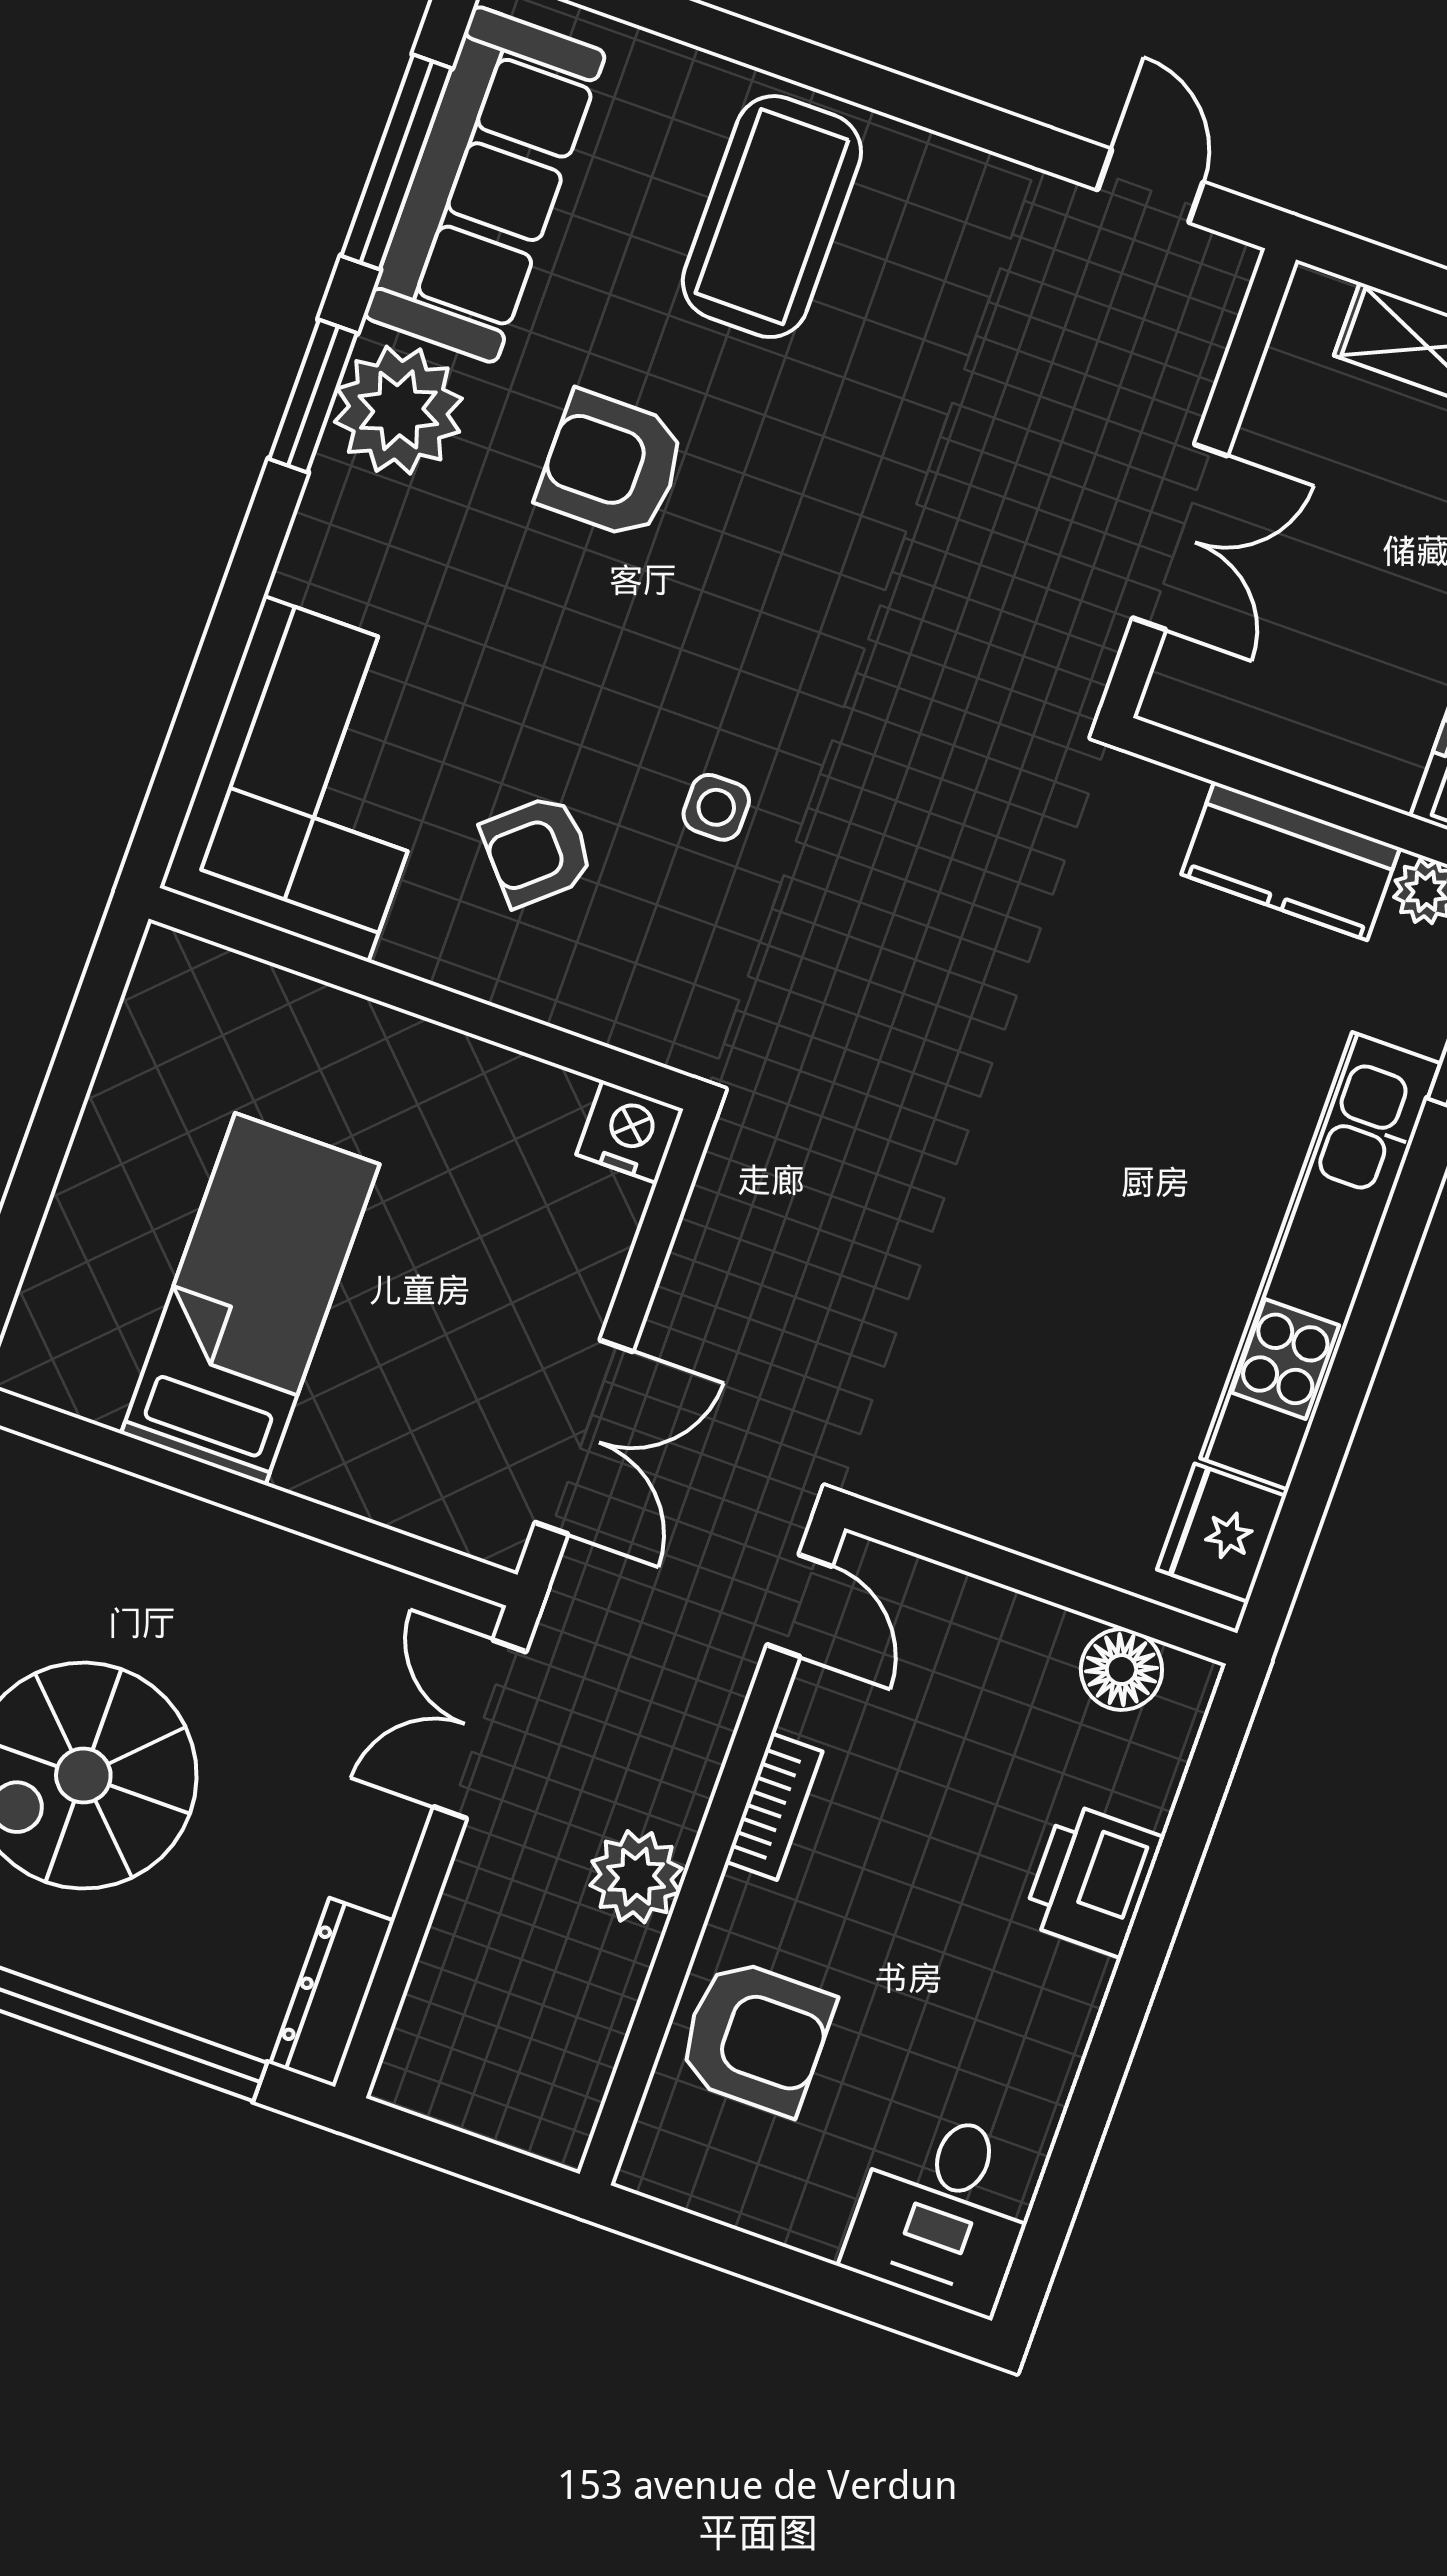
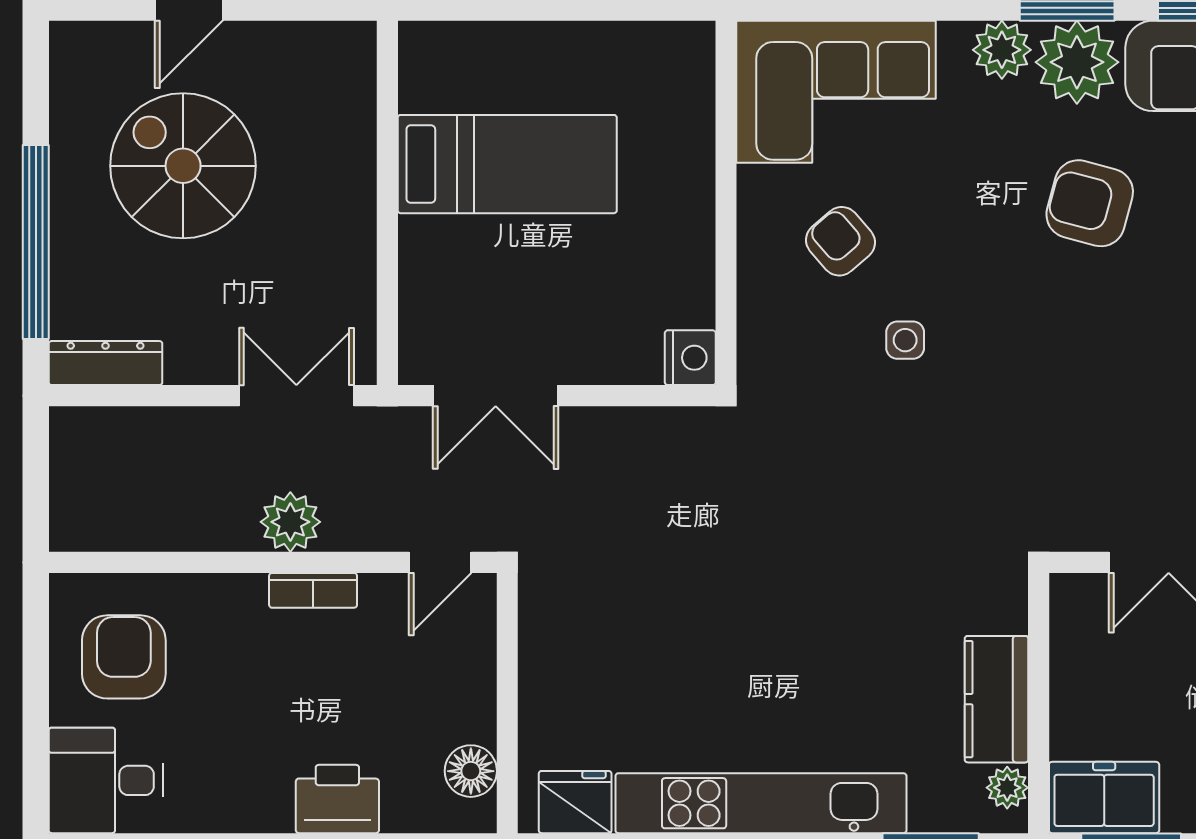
armchair: (612, 465) -> (1090, 203), turned -75
plant: (341, 514) -> (1002, 50), added
plant: (636, 1877) -> (290, 522), moved
armchair: (756, 2037) -> (124, 657), moved, turned 180

